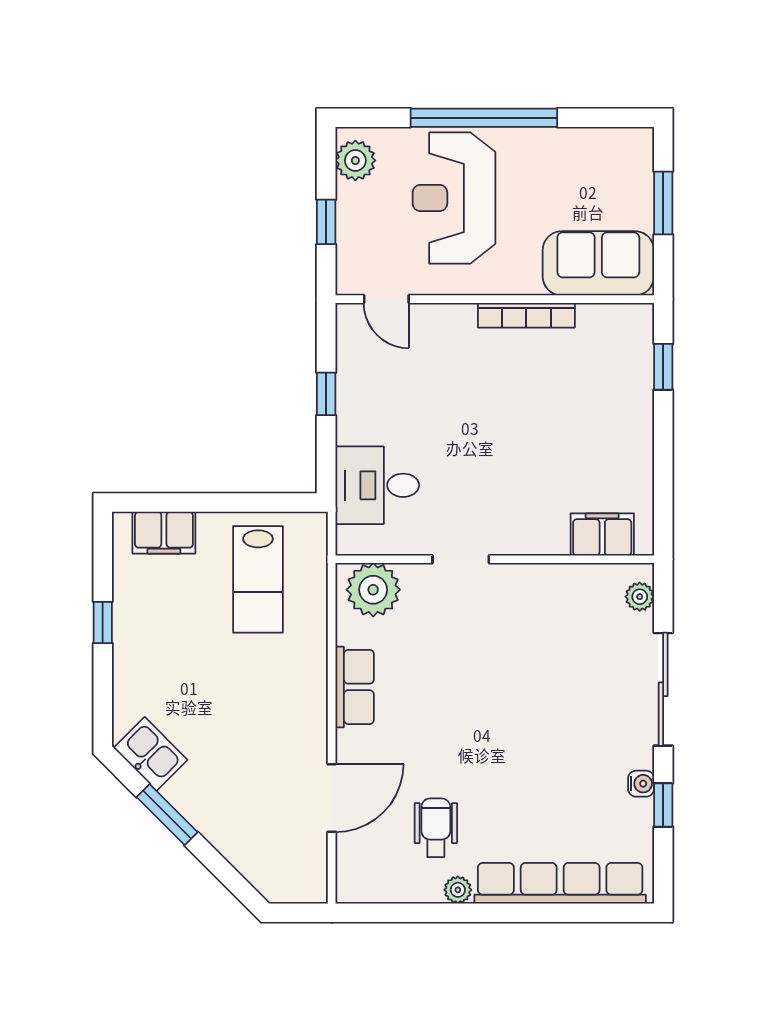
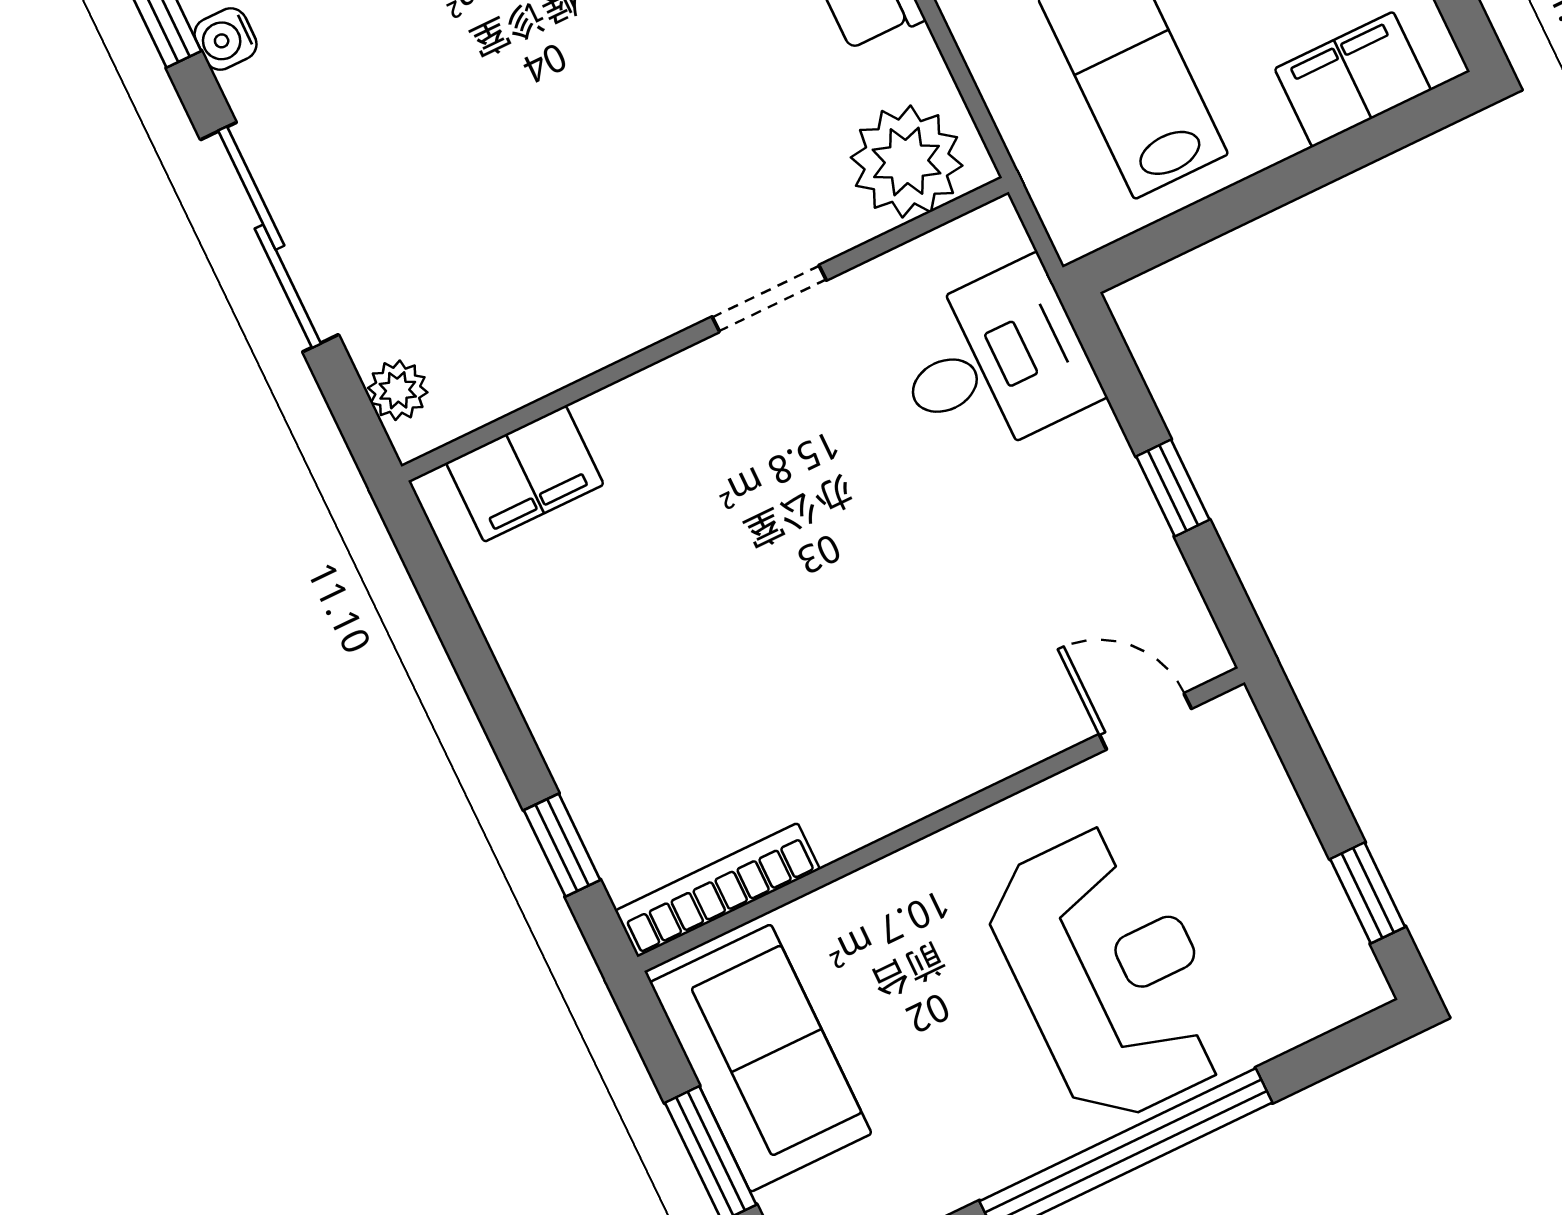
plant: (355, 160) -> (1330, 955), removed
window: (326, 222) -> (1368, 893), moved
sofa: (598, 263) -> (761, 1058), moved, turned -90
bookcase: (526, 315) -> (718, 890), moved

